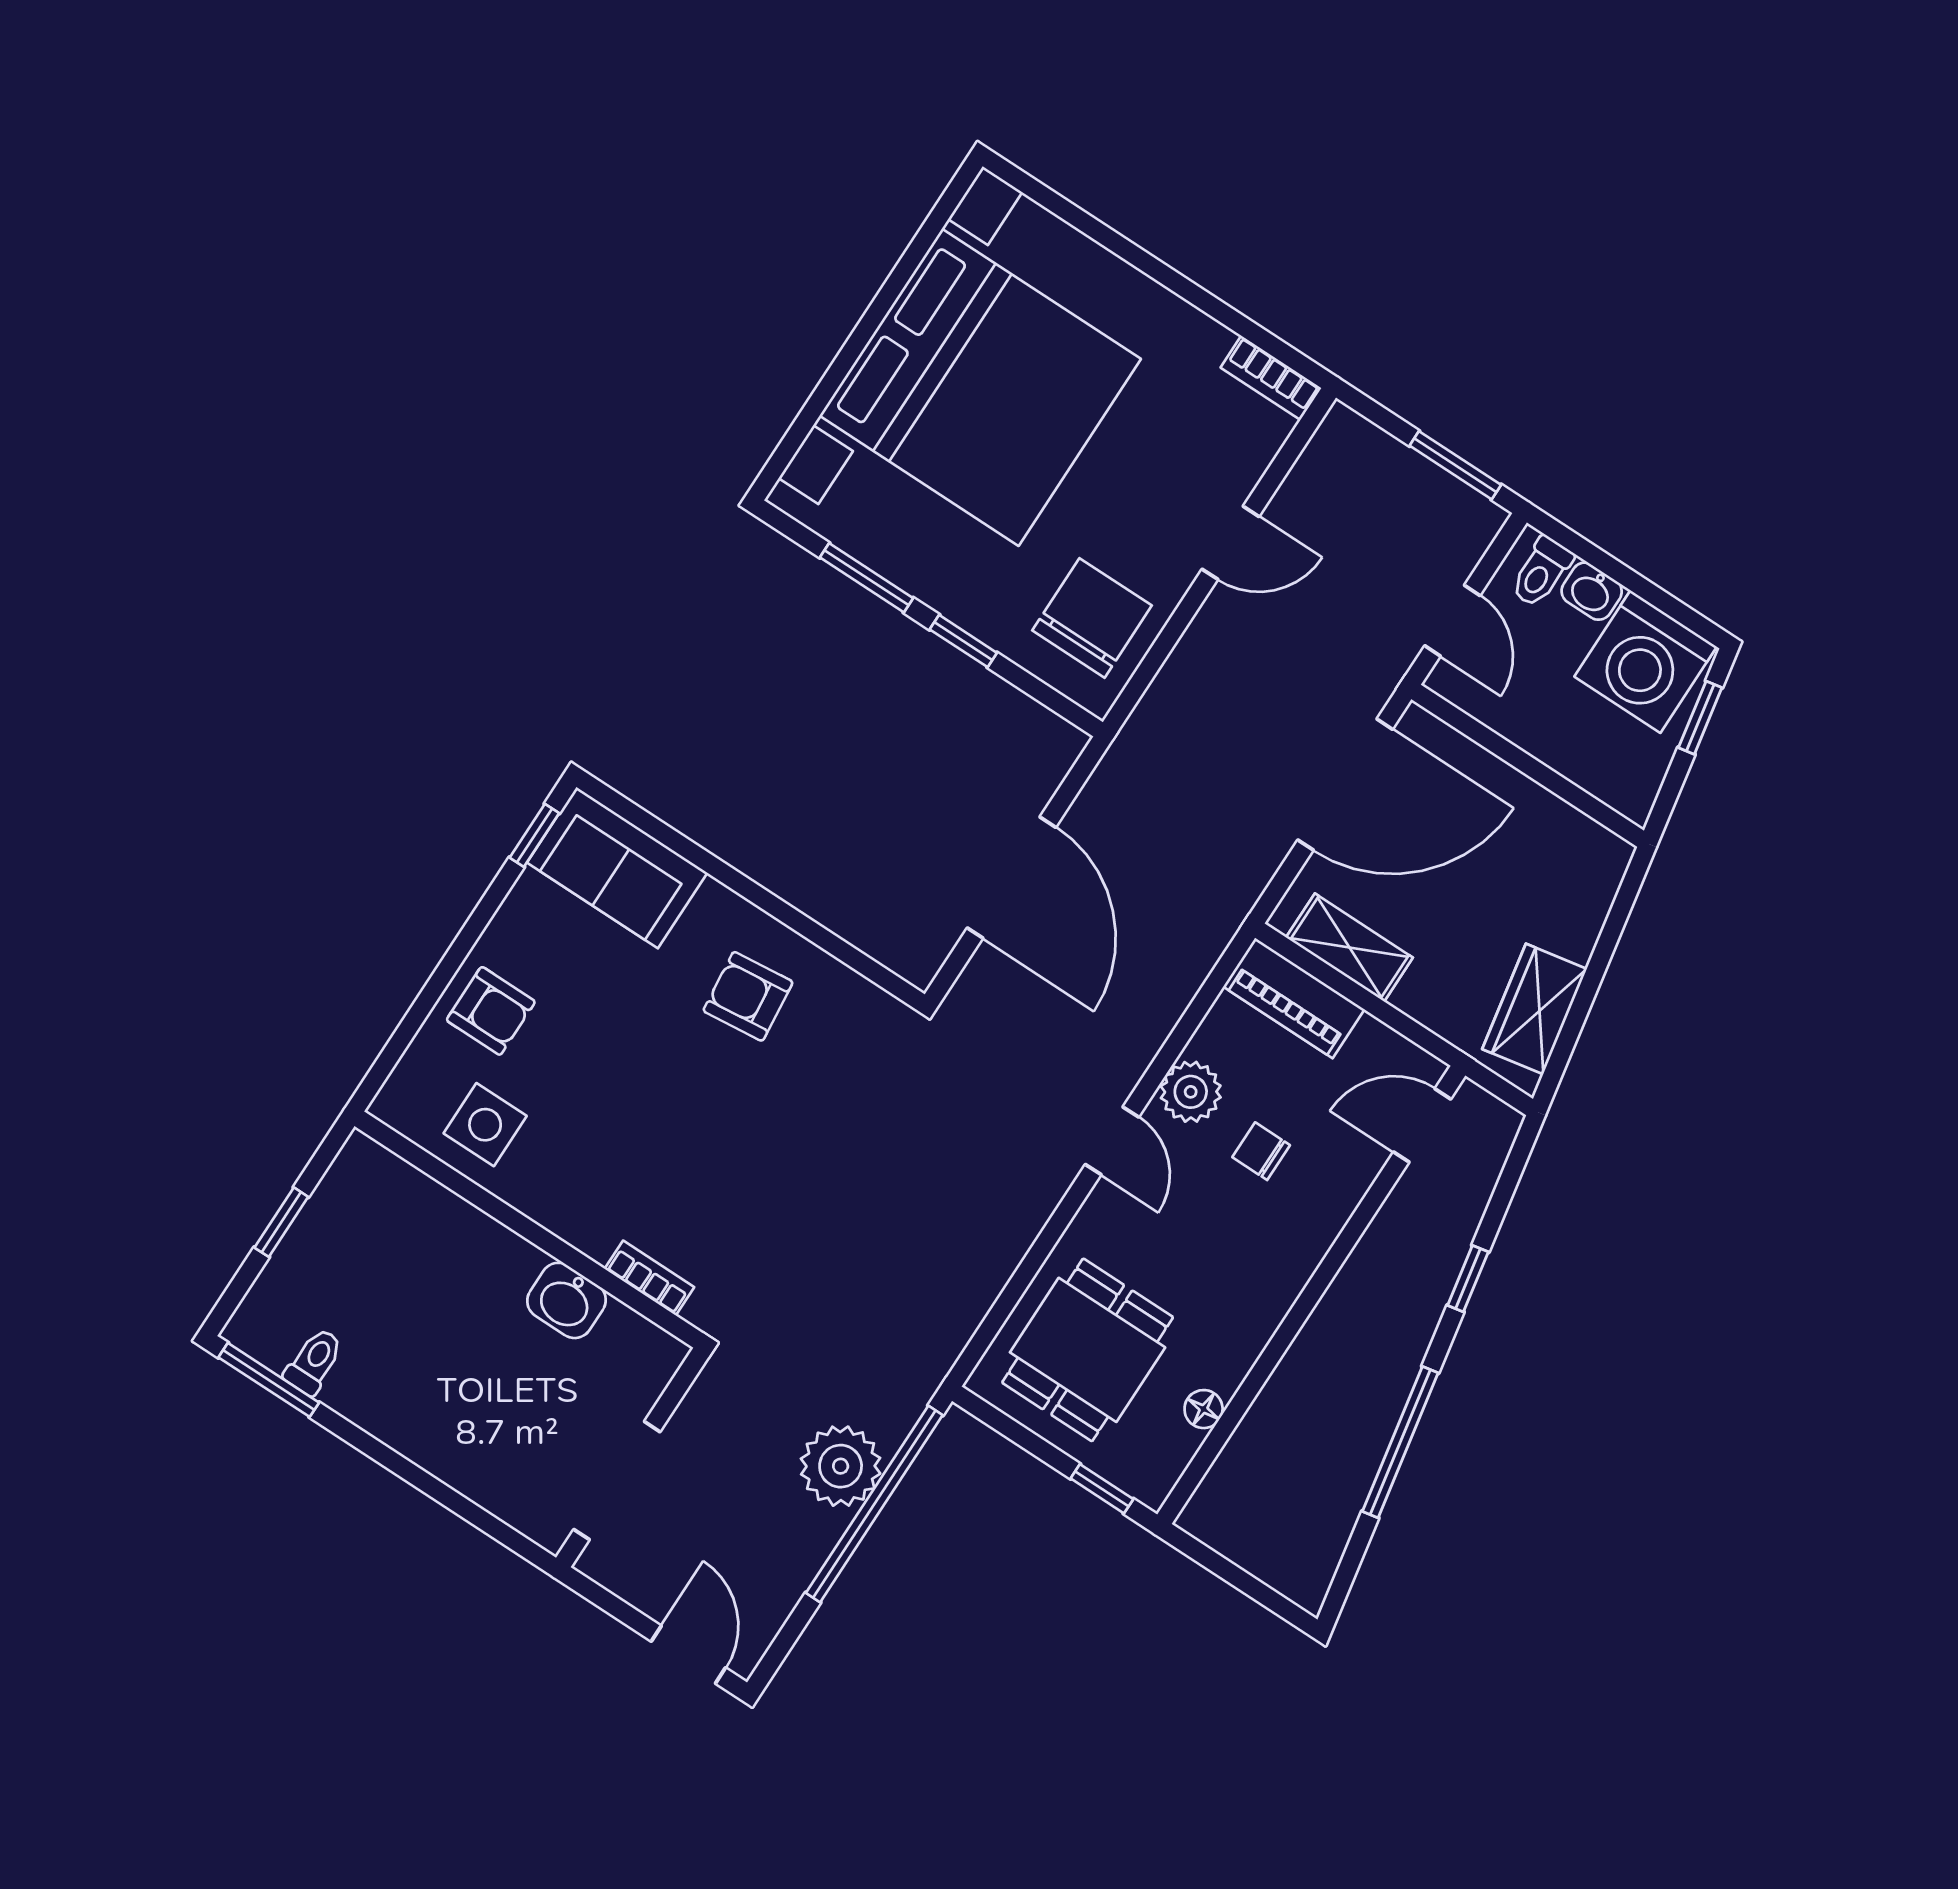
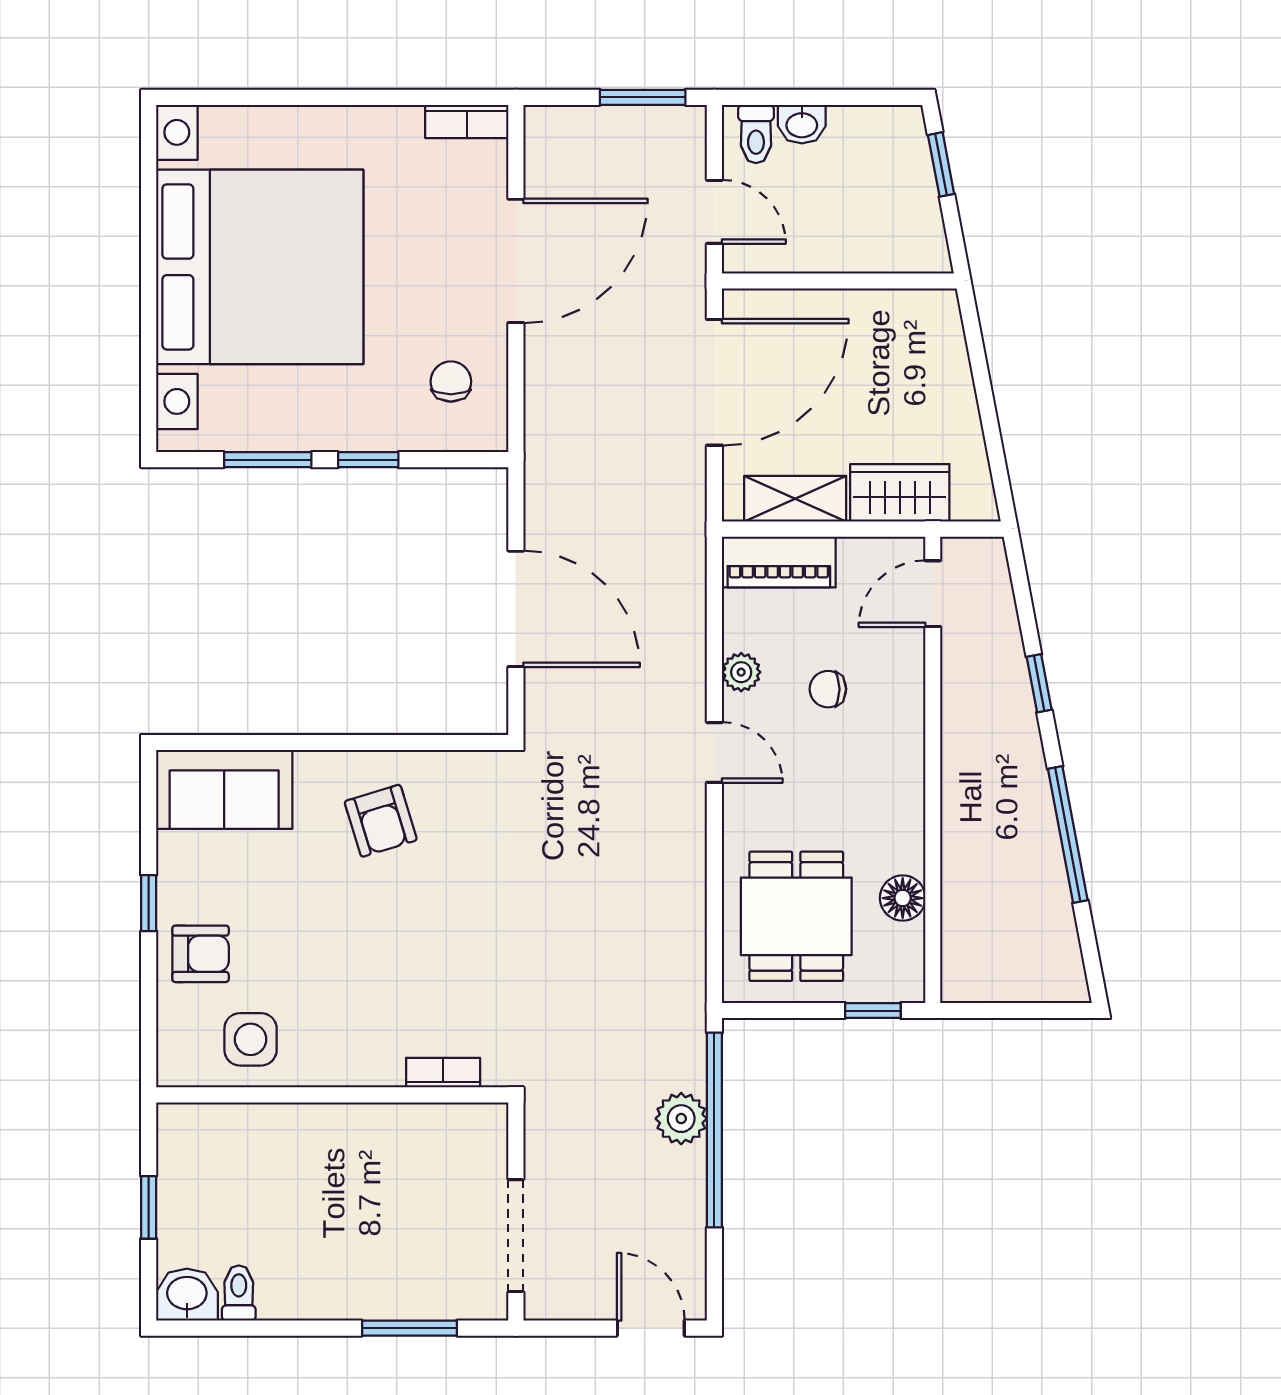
door: (1230, 543) -> (516, 261), width x1.88
chair: (1092, 618) -> (451, 382), width x0.54, depth x0.54
washing machine: (1646, 662) -> (875, 150), removed
window: (534, 835) -> (149, 903), moved
armchair: (748, 996) -> (381, 821), turned -101
wardrobe: (1535, 1009) -> (900, 493), moved, turned 101
plant: (1191, 1092) -> (741, 672), width x0.73, depth x0.73
washbasin: (566, 1300) -> (187, 1295), moved, turned 180
window: (269, 1380) -> (410, 1328), moved
floor lamp: (1204, 1409) -> (903, 898), width x1.37, depth x1.37
plant: (841, 1466) -> (681, 1119), width x0.73, depth x0.73

